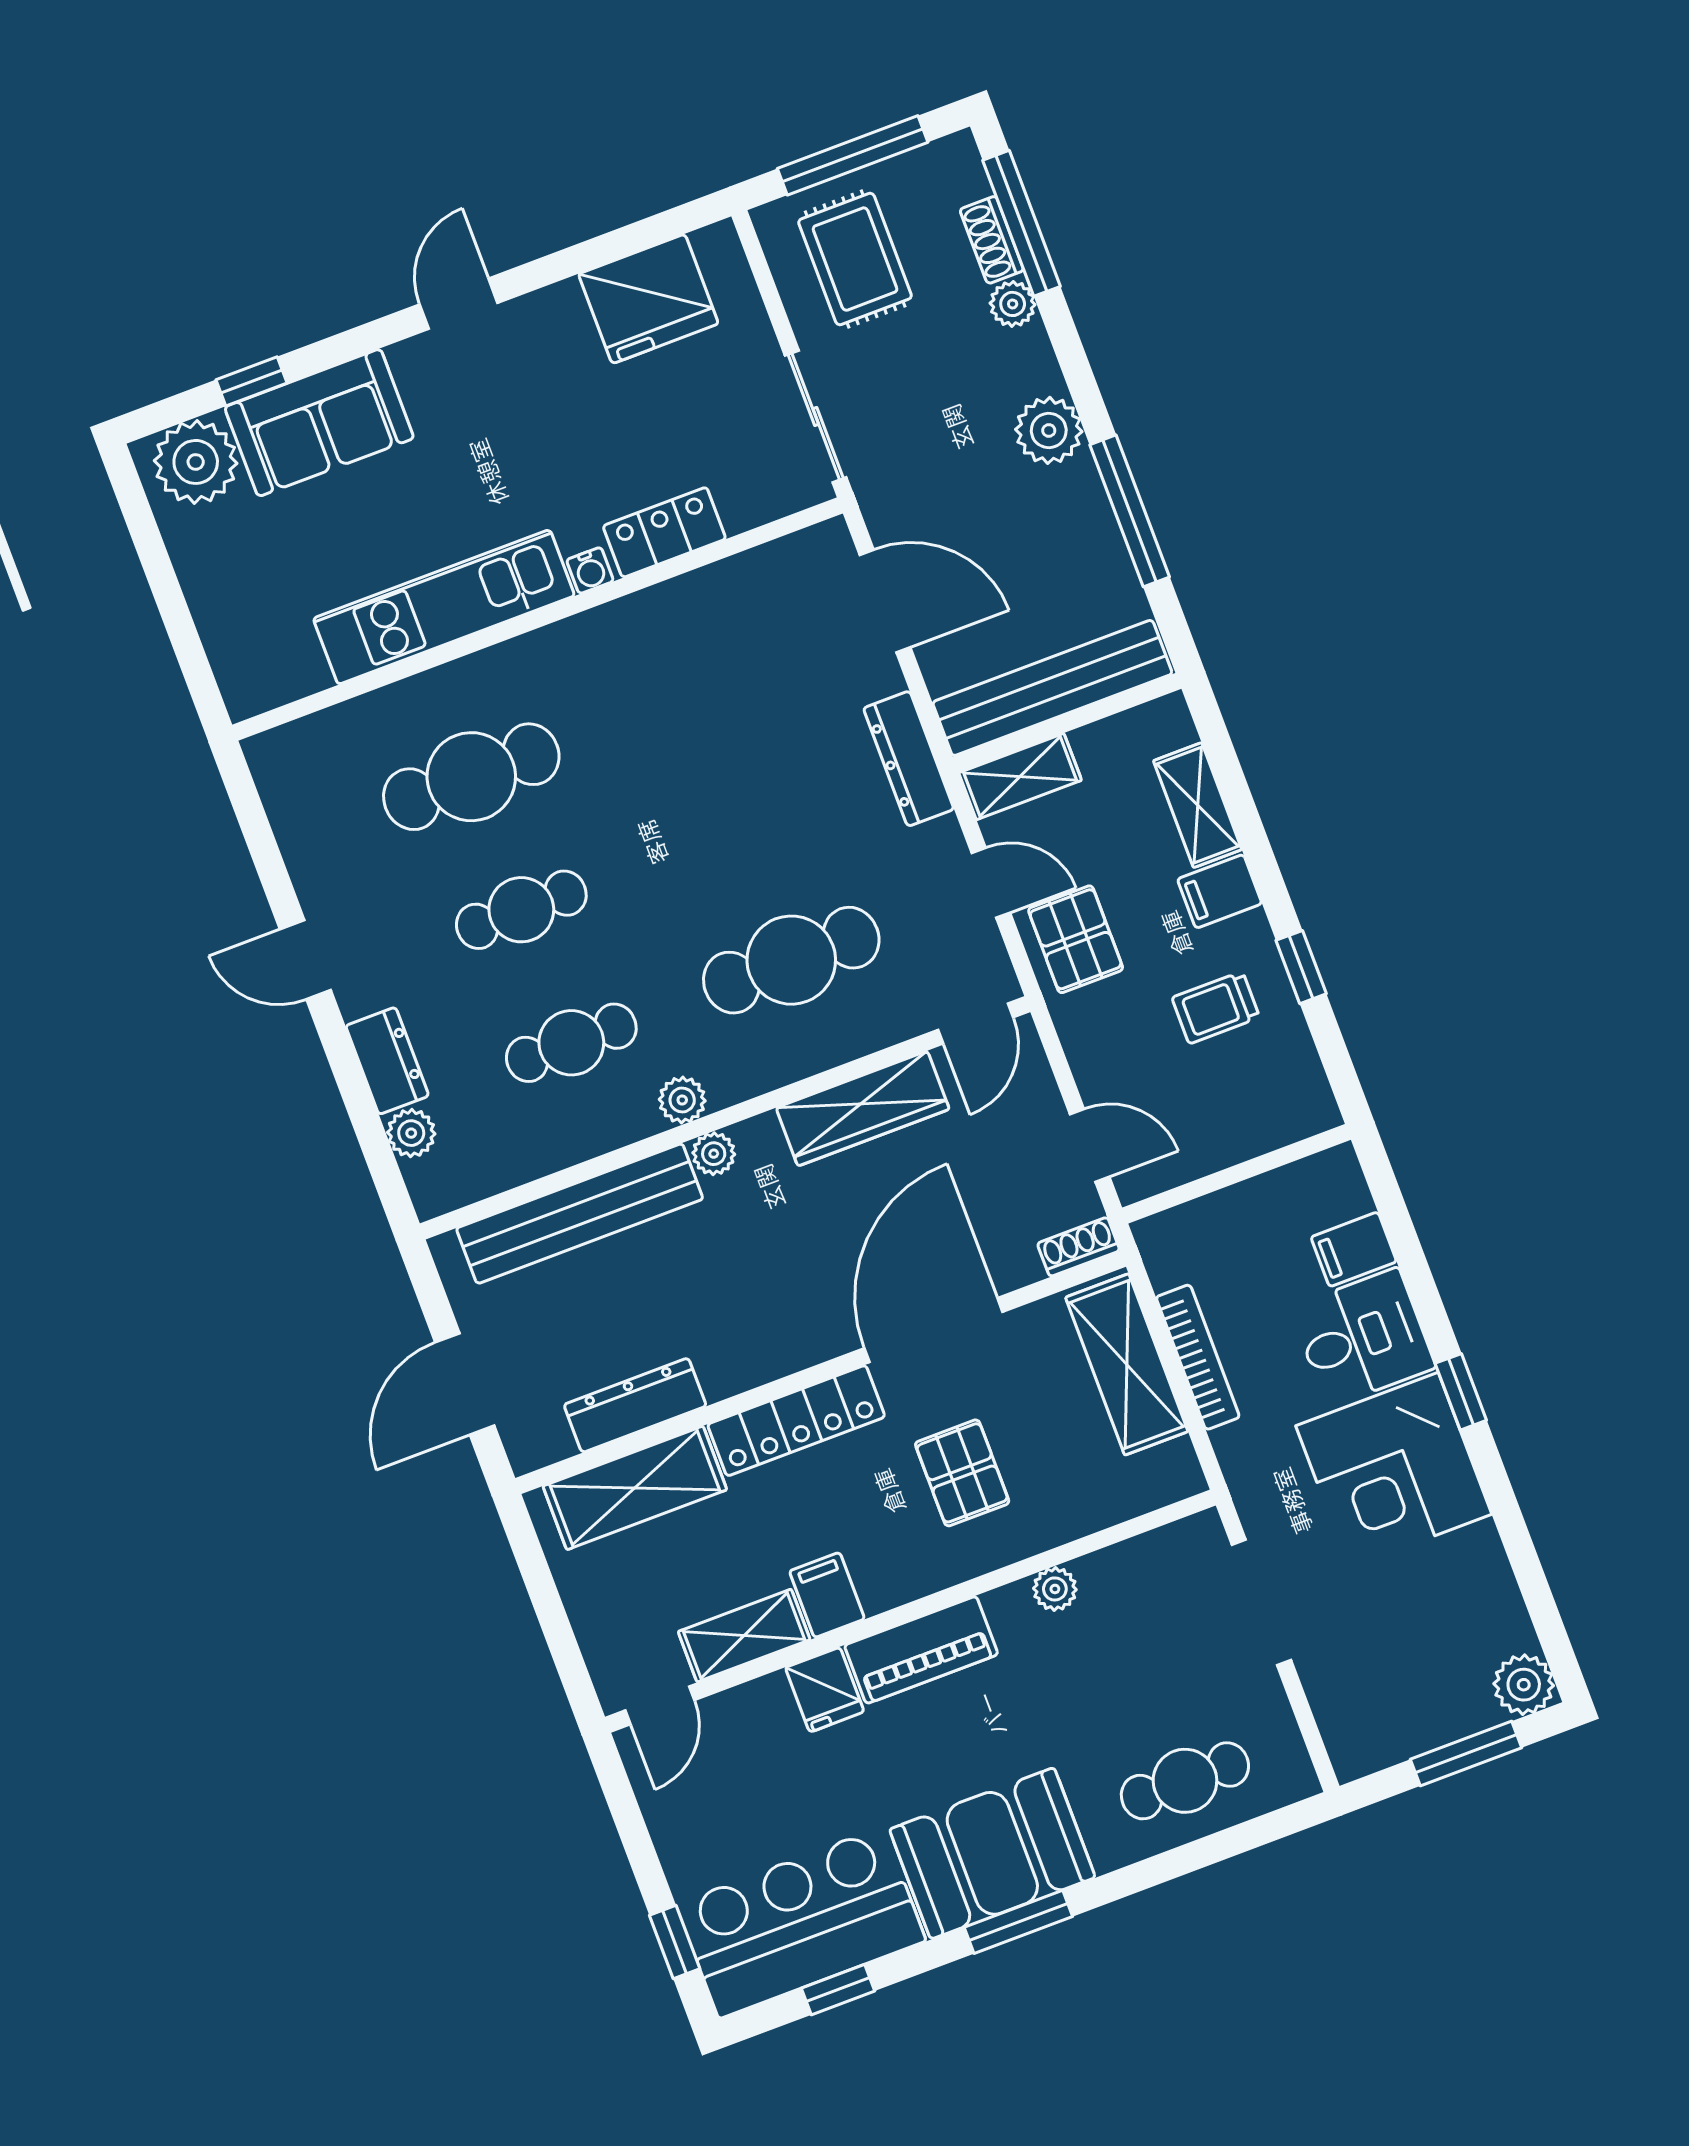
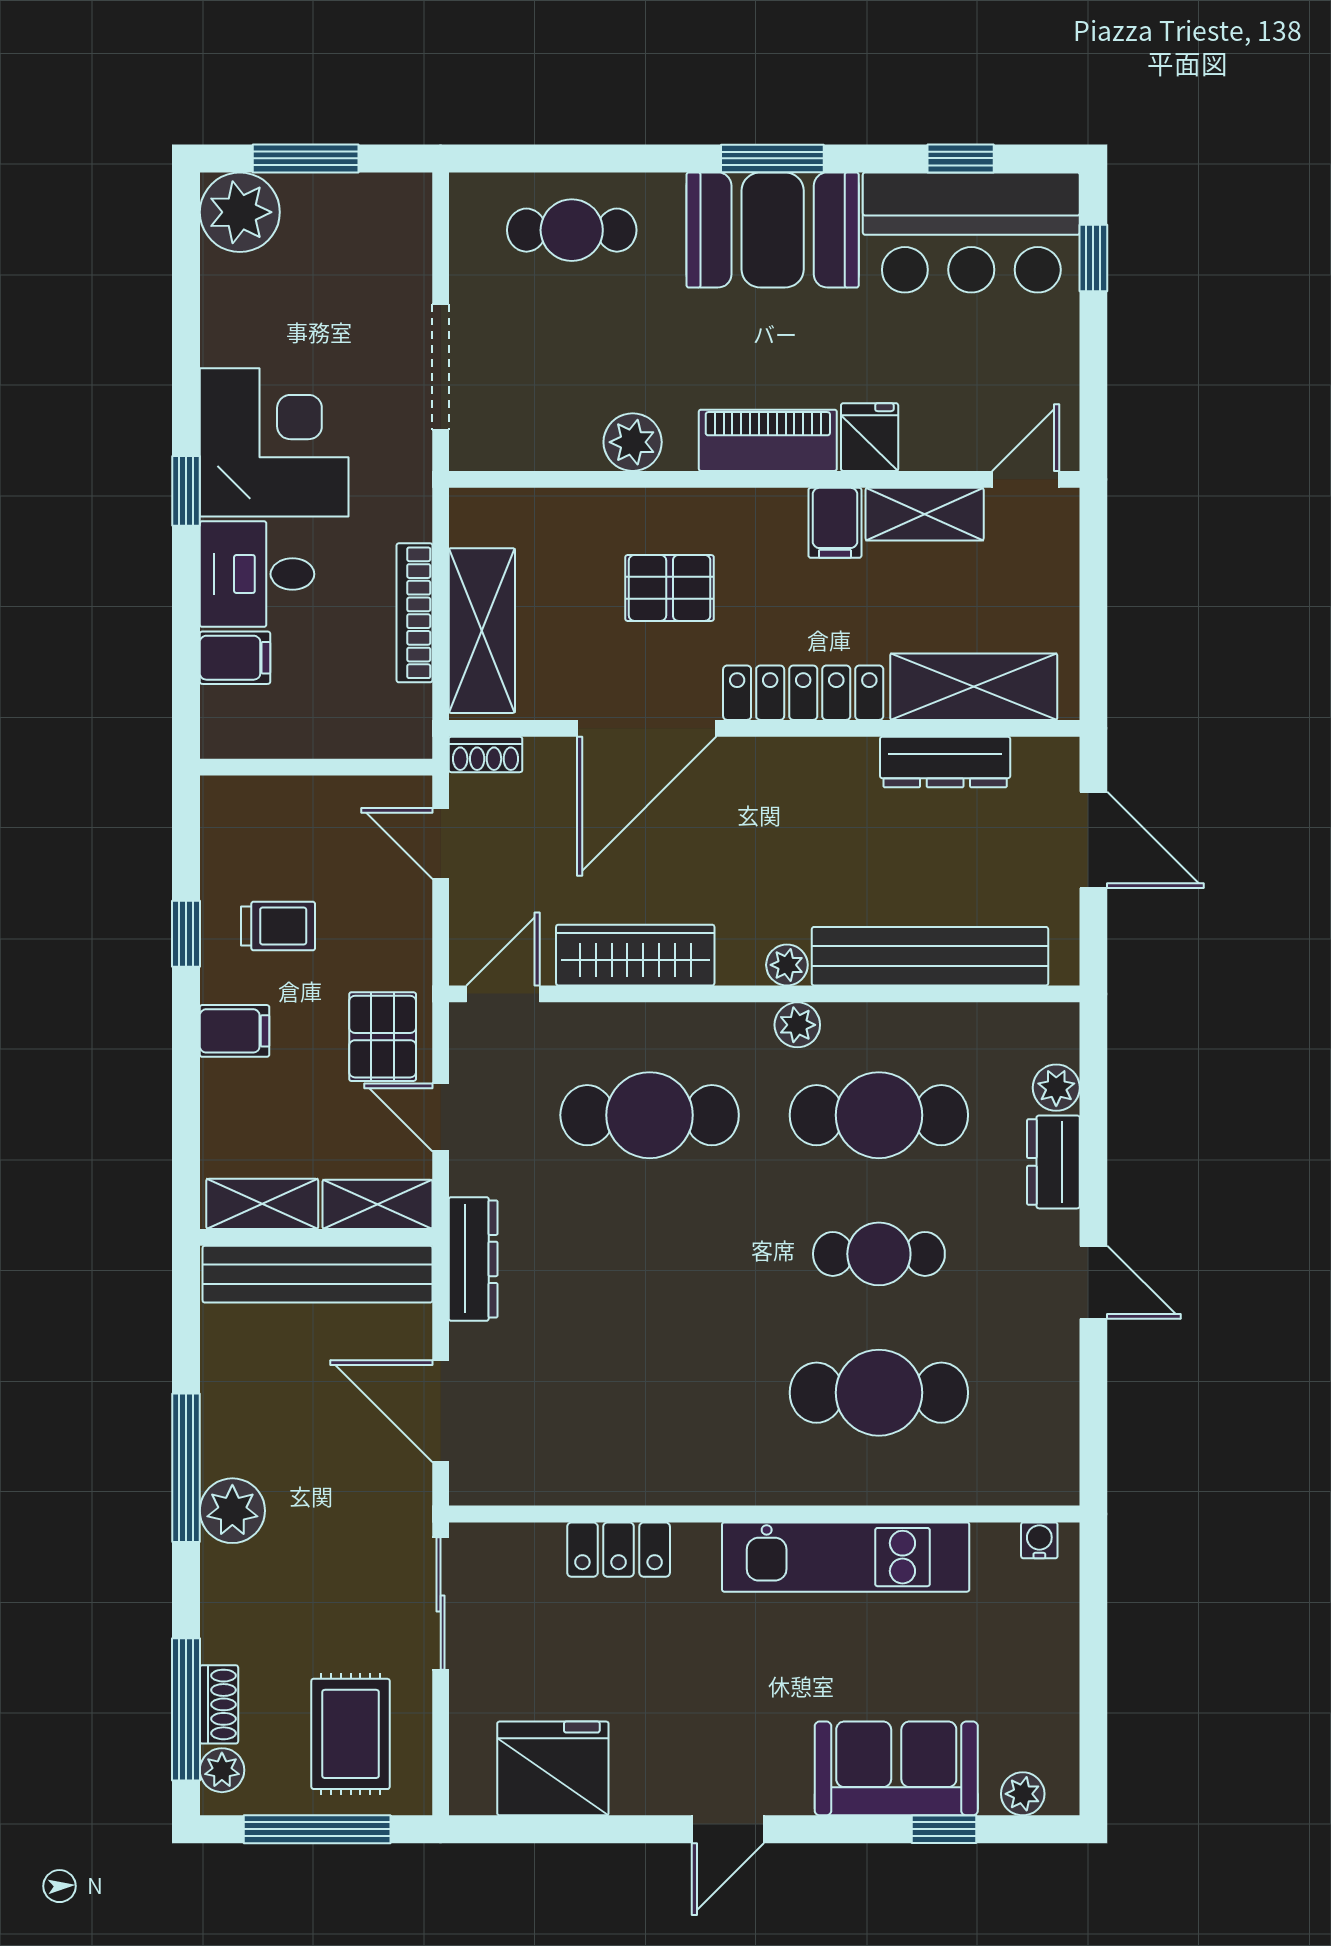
plant: (1013, 304) -> (222, 1770), moved
plant: (196, 462) -> (1023, 1794), width x0.53, depth x0.53
window: (1130, 511) -> (186, 1468), moved
water cooler: (590, 570) -> (1039, 1540), moved
shelving: (1198, 805) -> (262, 1204), moved, turned 90
cafe table: (571, 1043) -> (879, 1115), width x1.37, depth x1.35
door: (465, 1384) -> (1093, 840), hinge flipped
pallet: (962, 1473) -> (670, 588), turned 90
plant: (1055, 1589) -> (633, 442), width x1.38, depth x1.38
plant: (1524, 1685) -> (240, 212), width x1.36, depth x1.36

